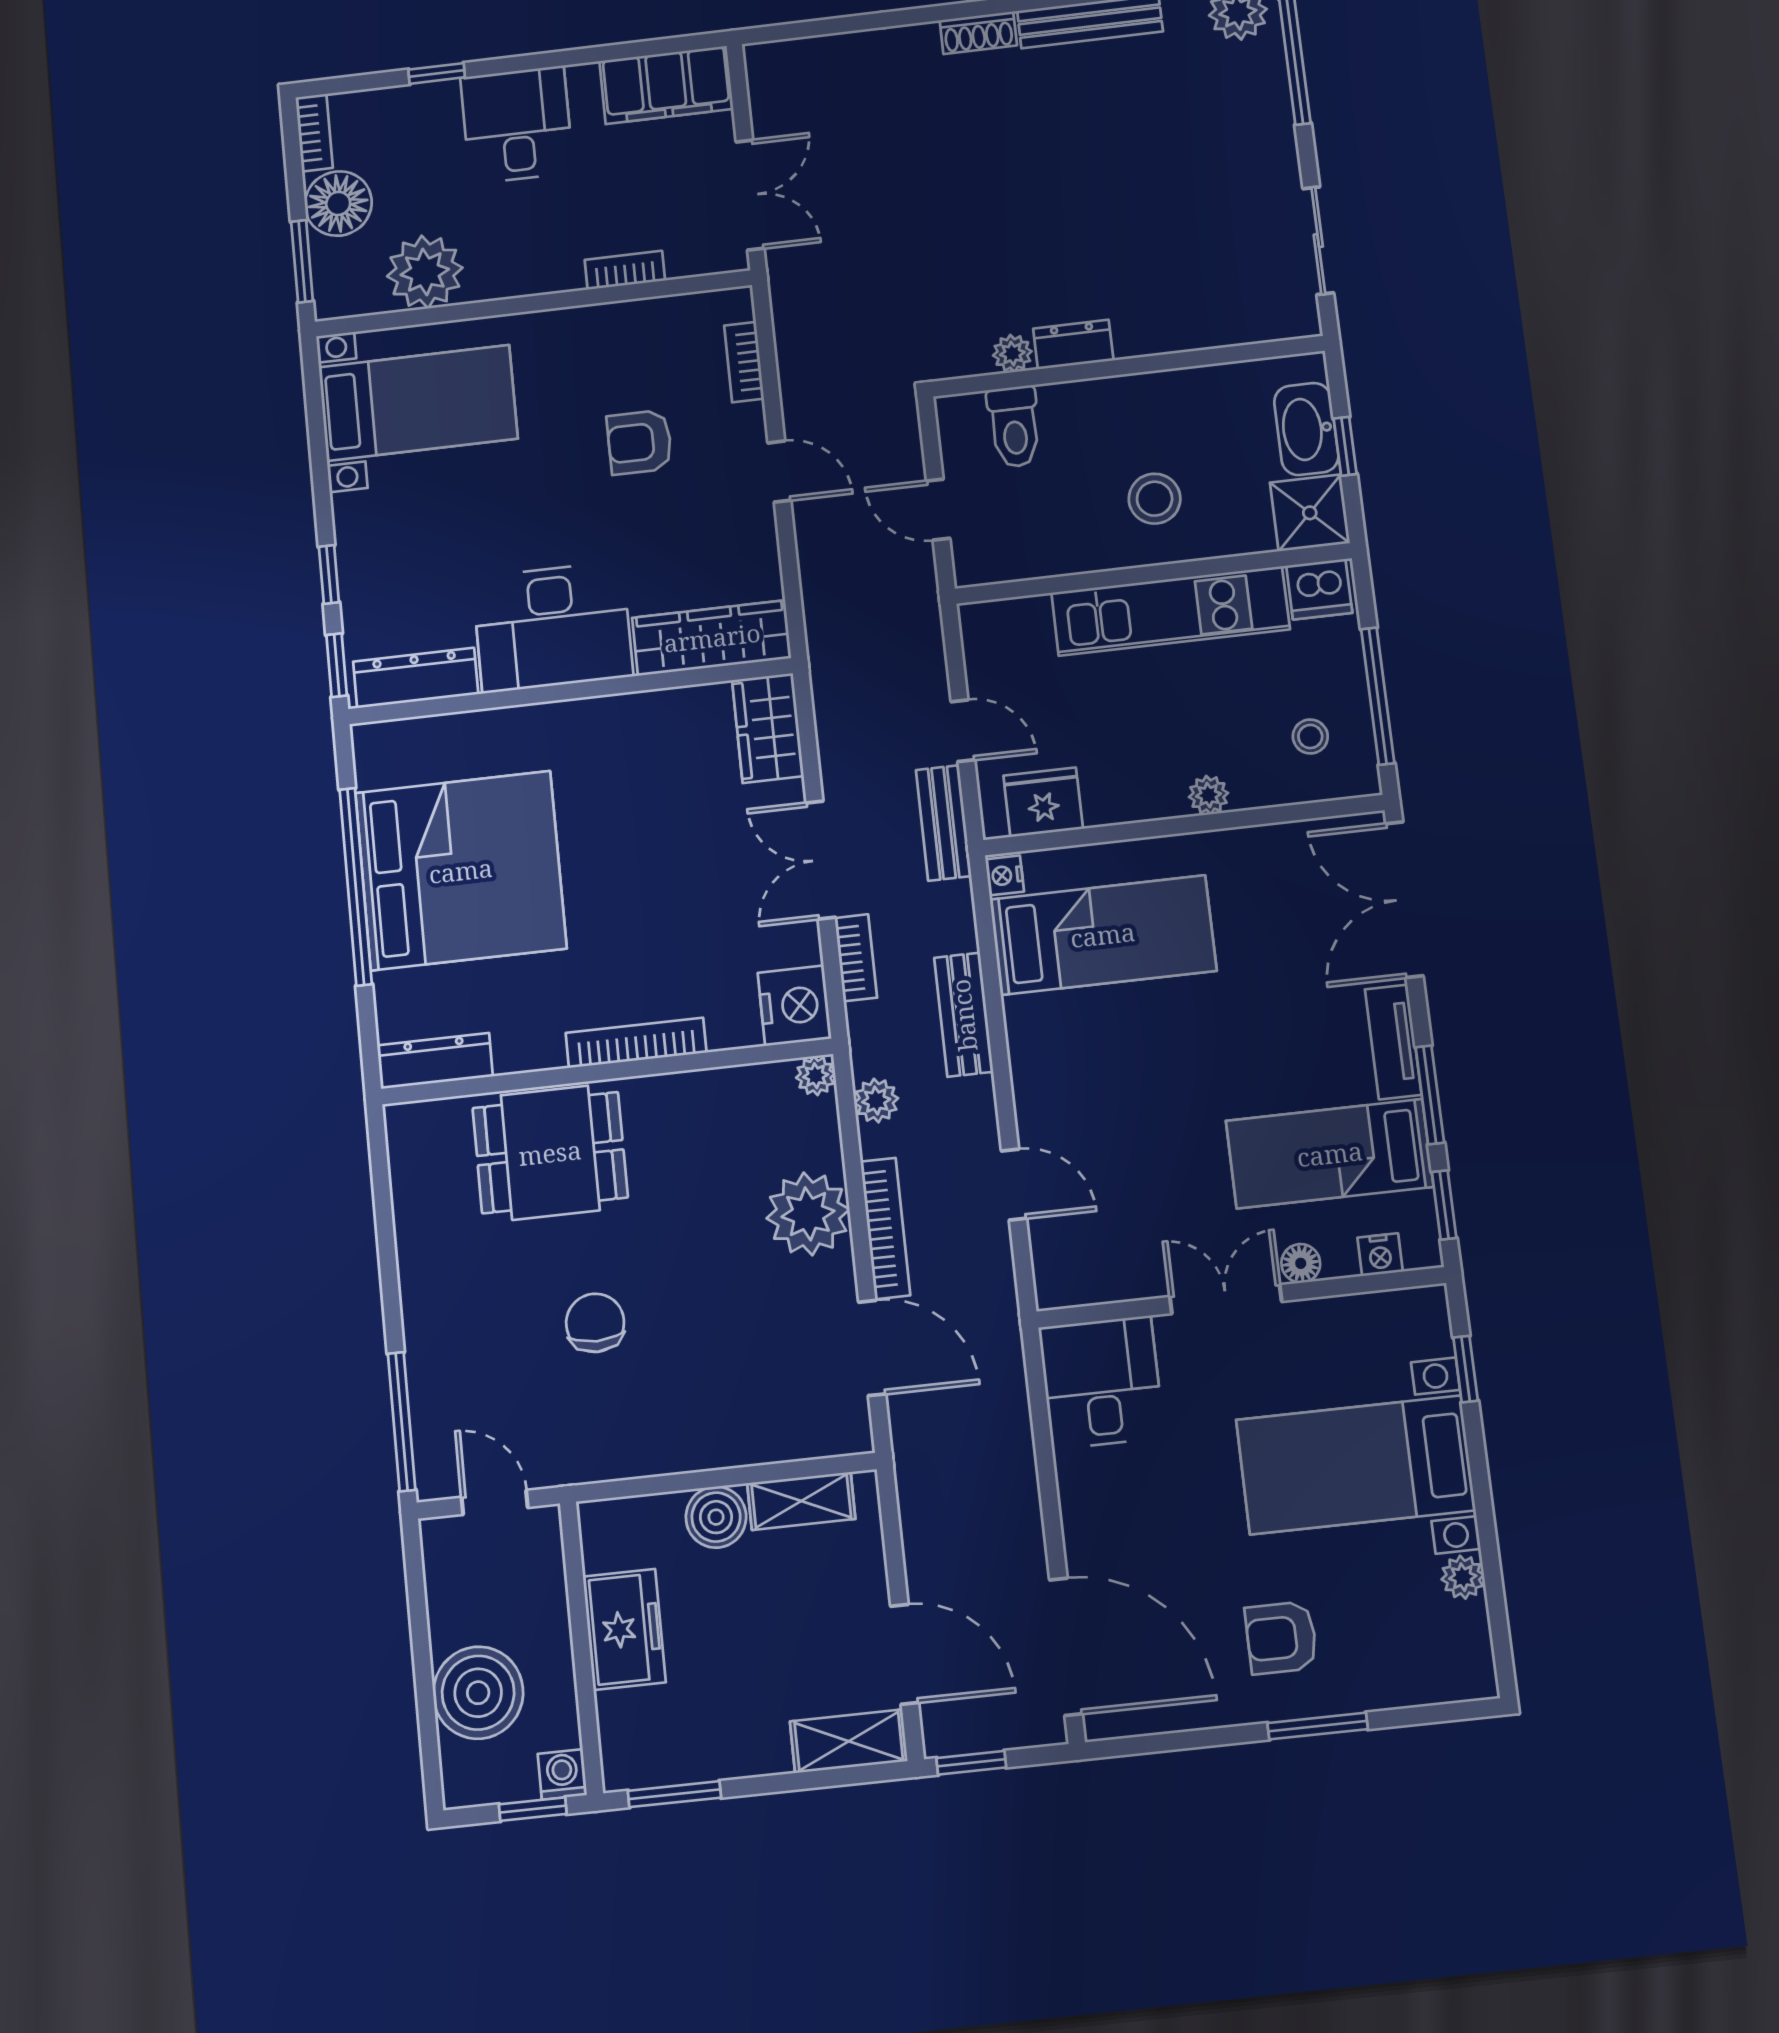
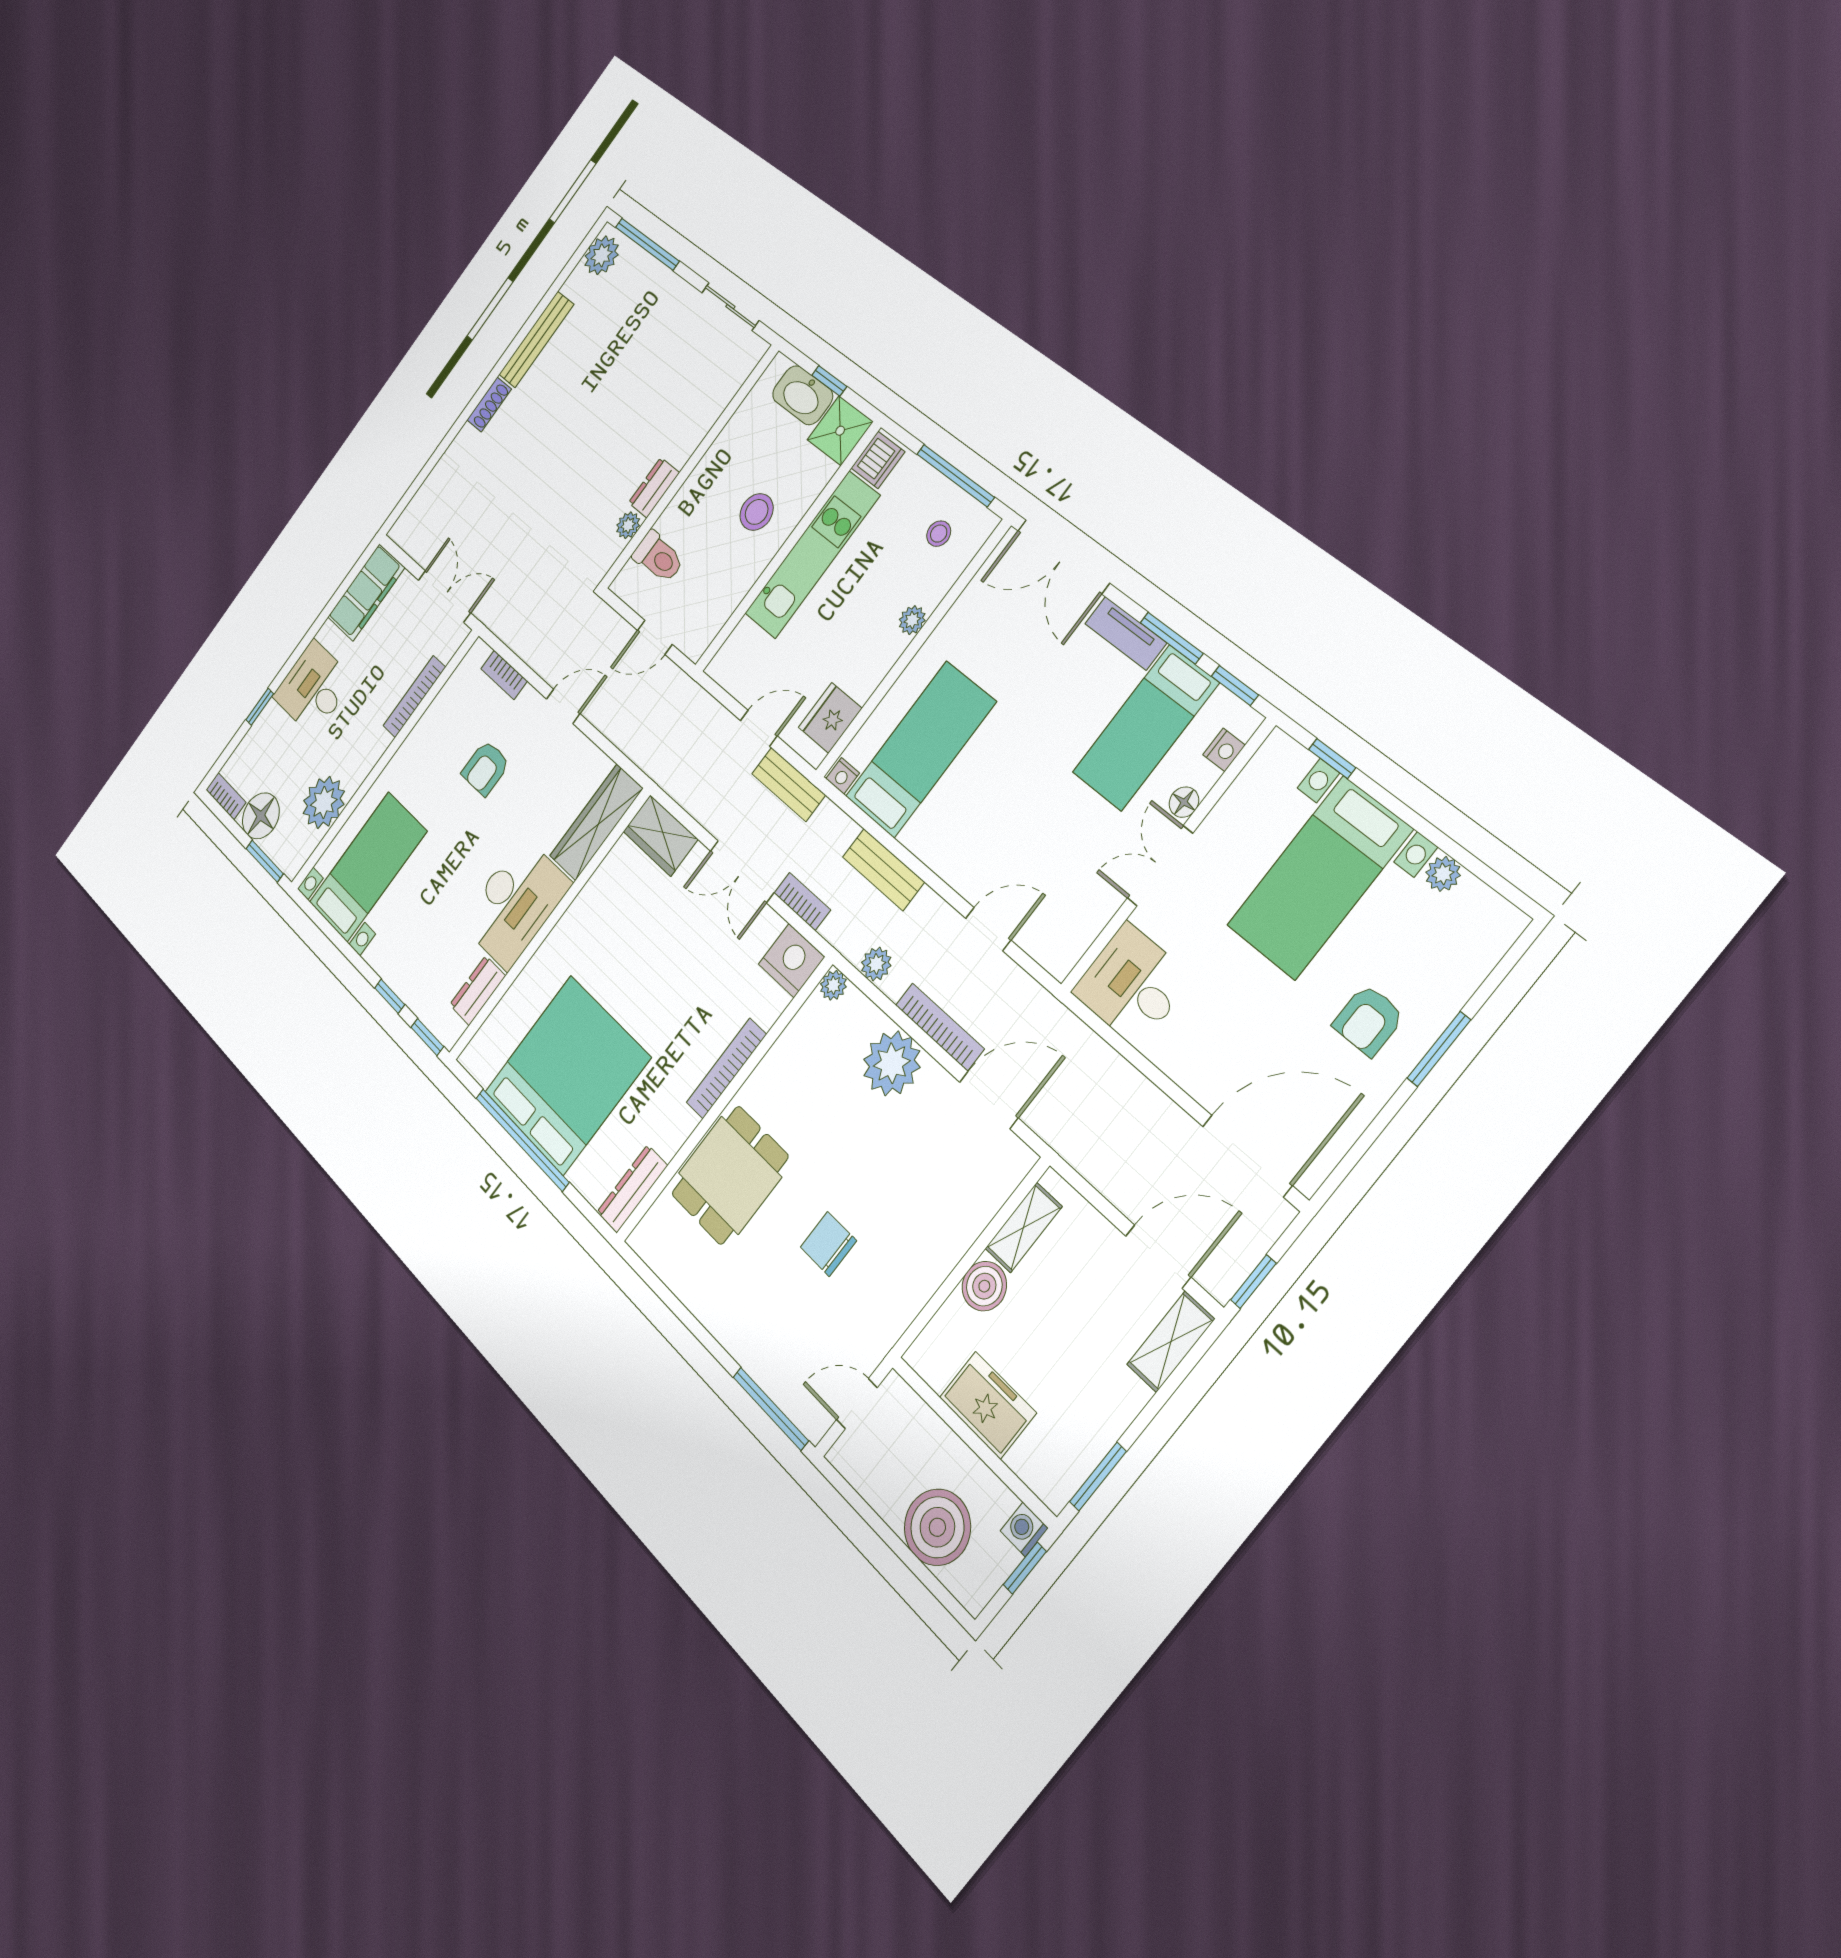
bookcase: (625, 270) -> (414, 697), width x1.56
dresser: (416, 678) -> (478, 990), width x0.70

